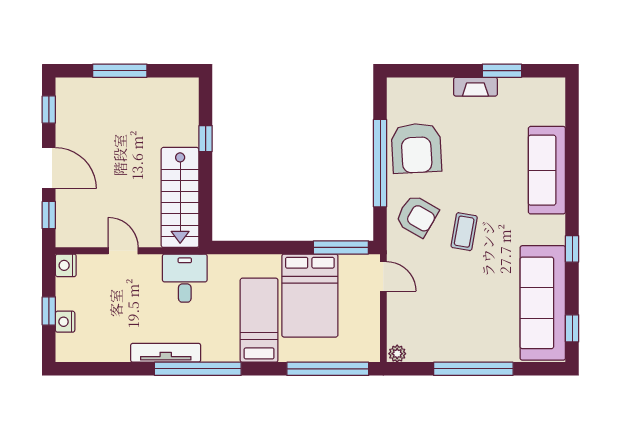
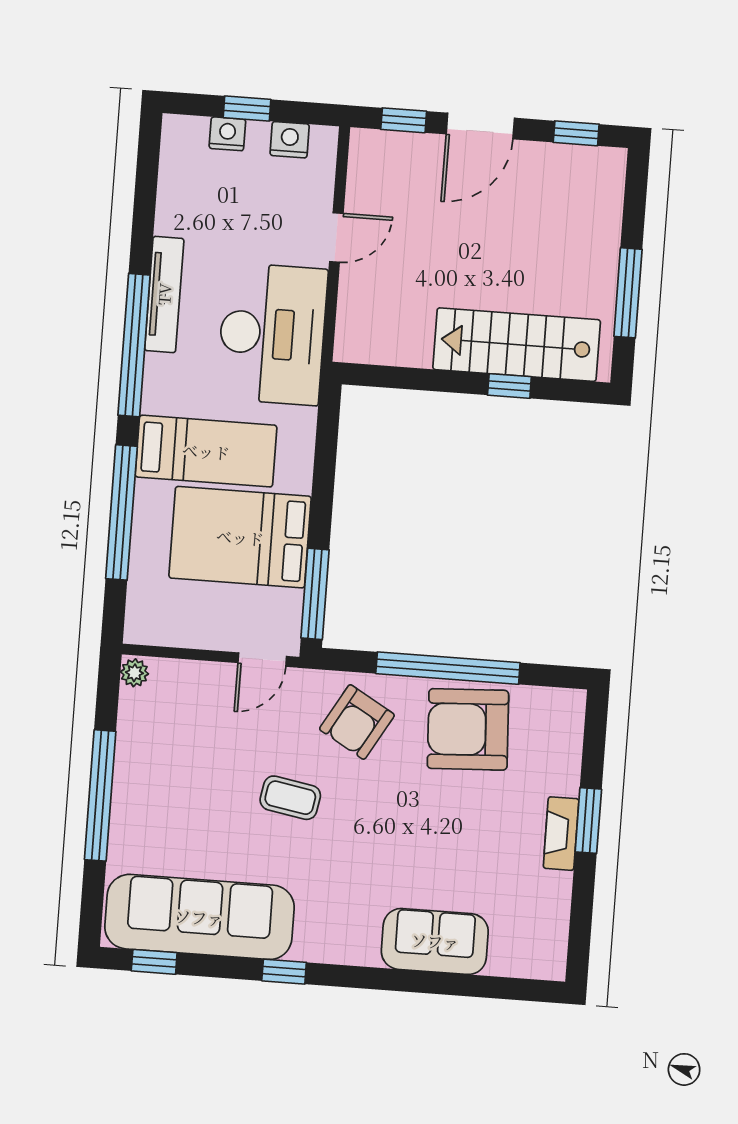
window: (120, 71) -> (628, 293), moved
window: (502, 71) -> (588, 821), moved
sofa: (547, 170) -> (435, 941), width x0.73
stairs: (180, 197) -> (517, 345), moved
coffee table: (464, 232) -> (290, 798), moved
nightstand: (66, 265) -> (290, 140), moved
desk: (185, 278) -> (272, 334), width x1.87, depth x1.30
window: (328, 369) -> (121, 512), moved

